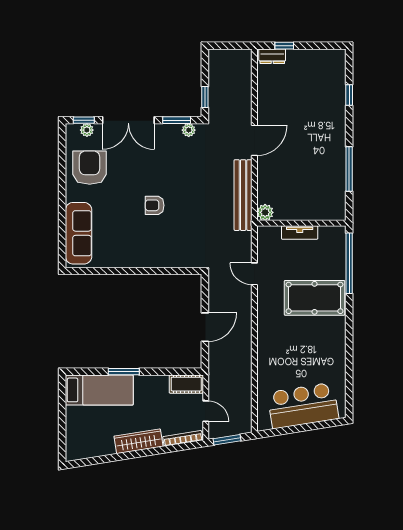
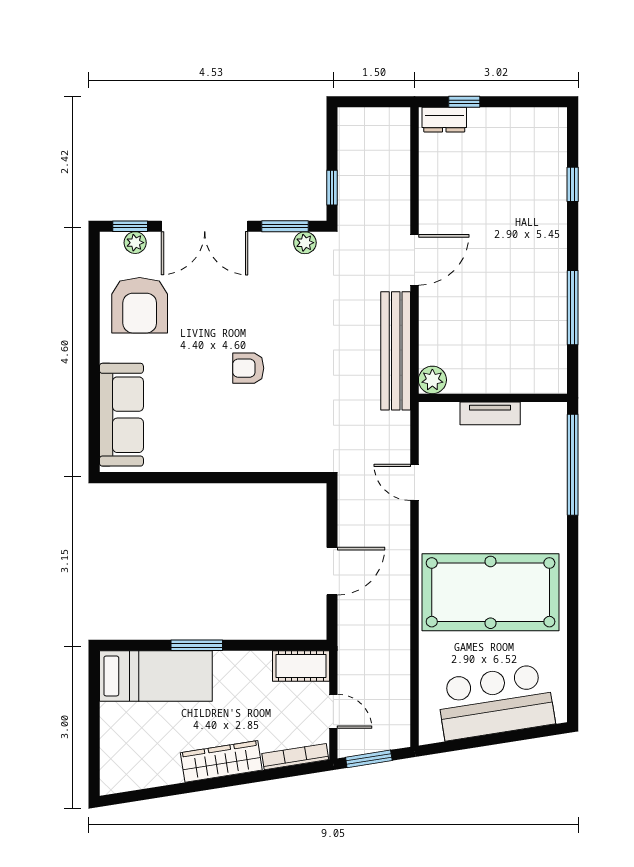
armchair: (90, 168) -> (140, 305), turned 180
pool table: (315, 298) -> (491, 592), moved, width x1.36, depth x1.32

